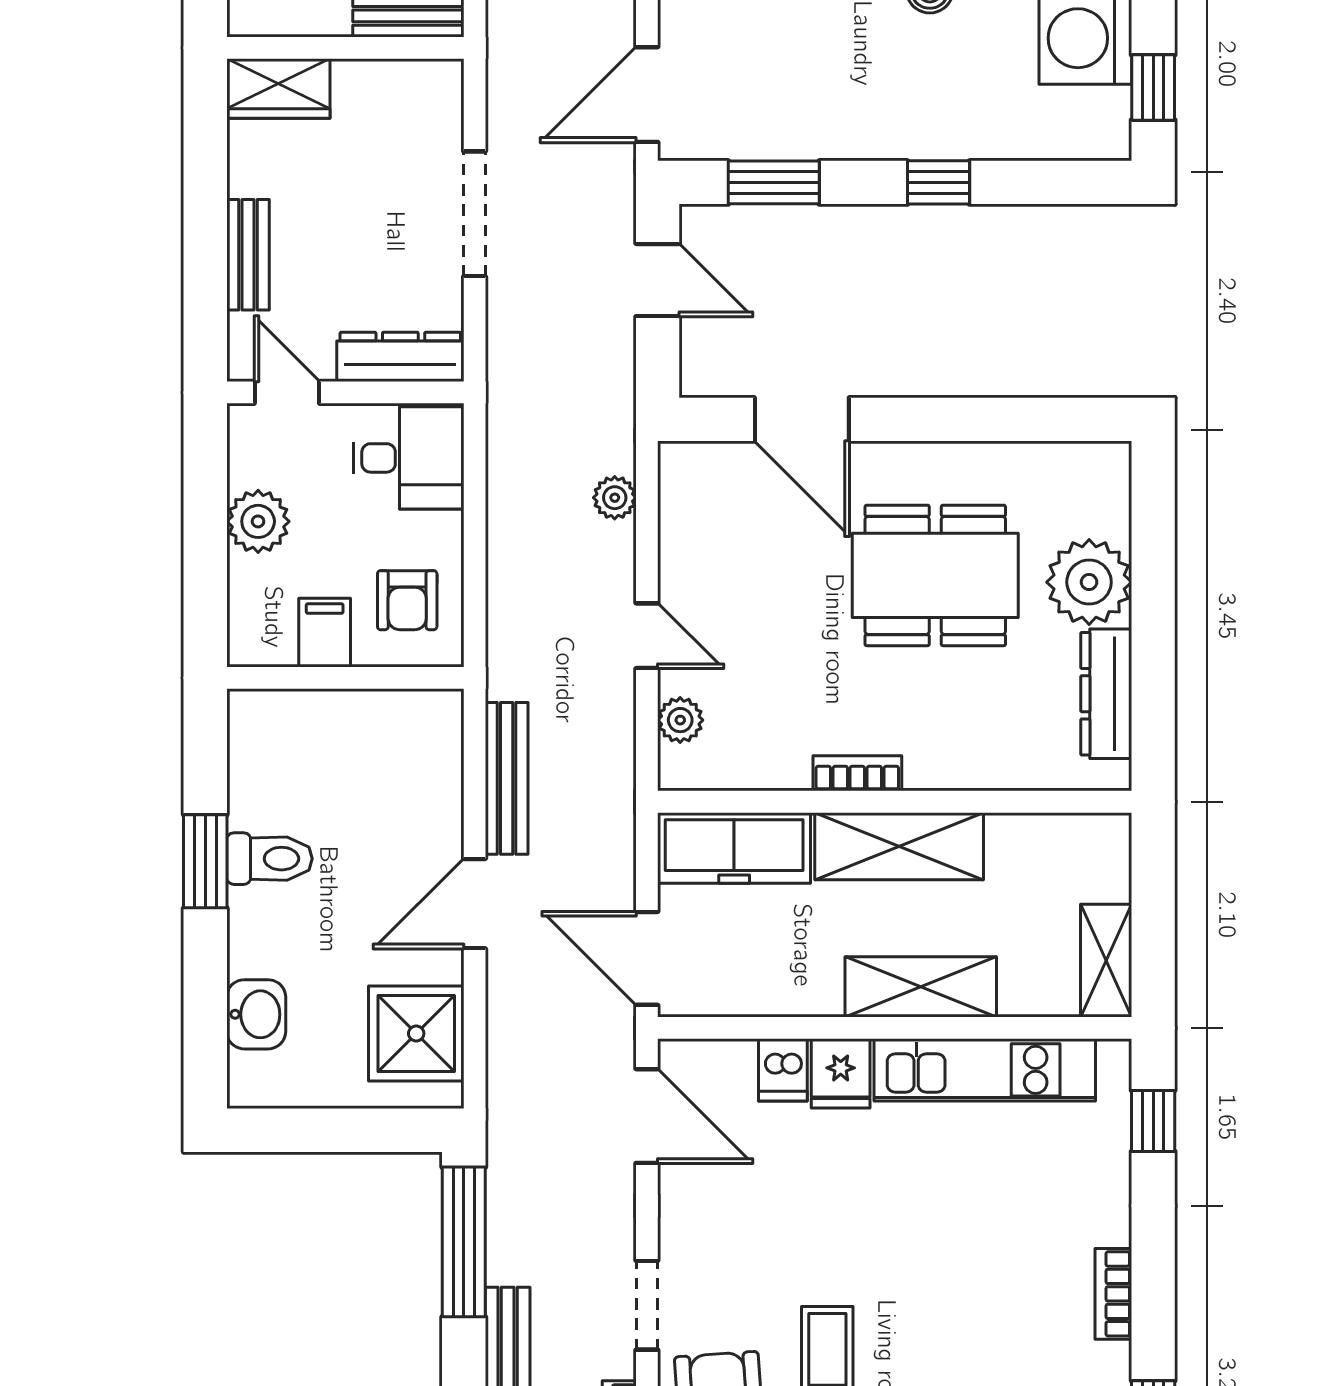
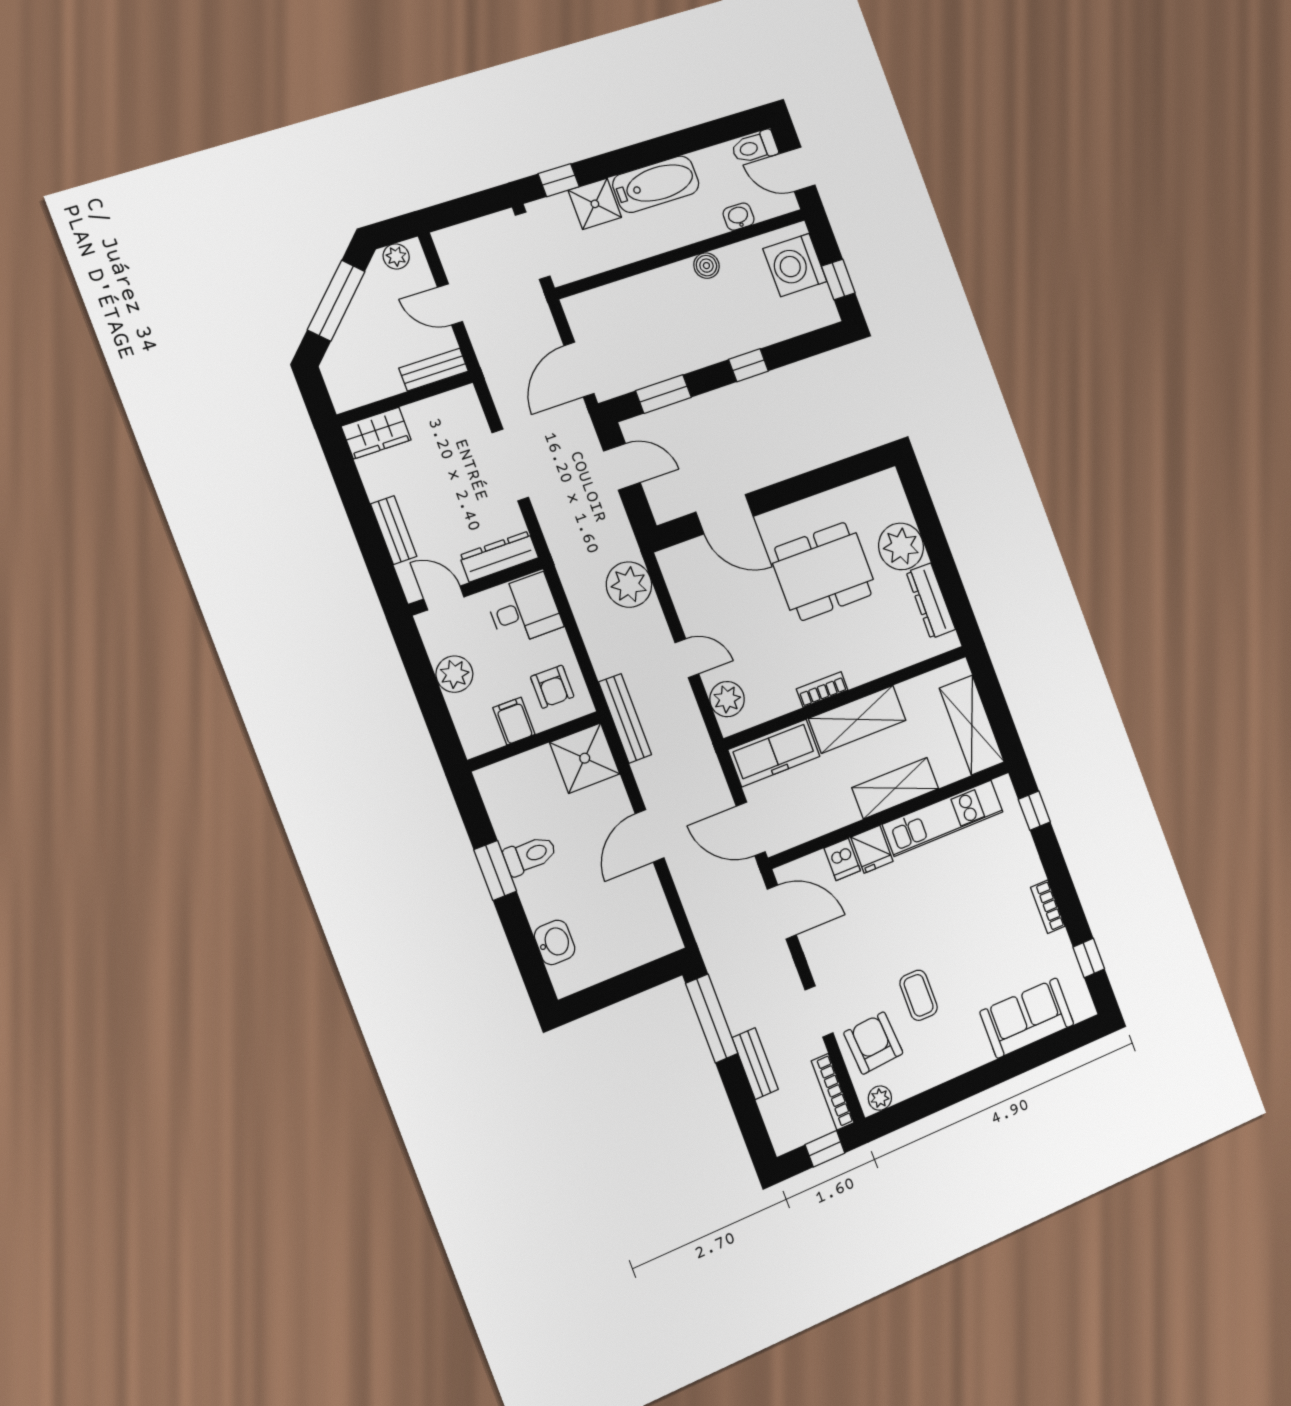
plant: (615, 498) -> (629, 585), width x1.88, depth x1.88
plant: (680, 720) -> (727, 699), width x1.38, depth x1.38
bench: (507, 778) -> (625, 718), moved
shelving: (1106, 961) -> (972, 725), width x1.50, depth x1.33
shower: (416, 1033) -> (585, 758), moved

